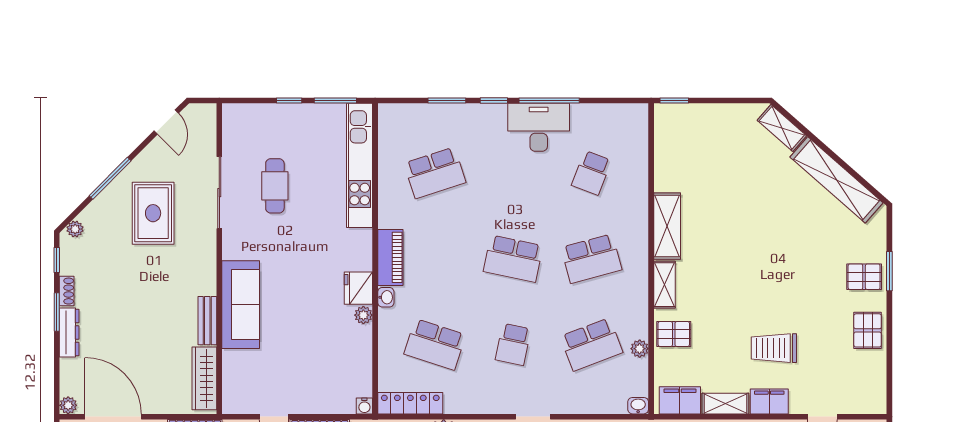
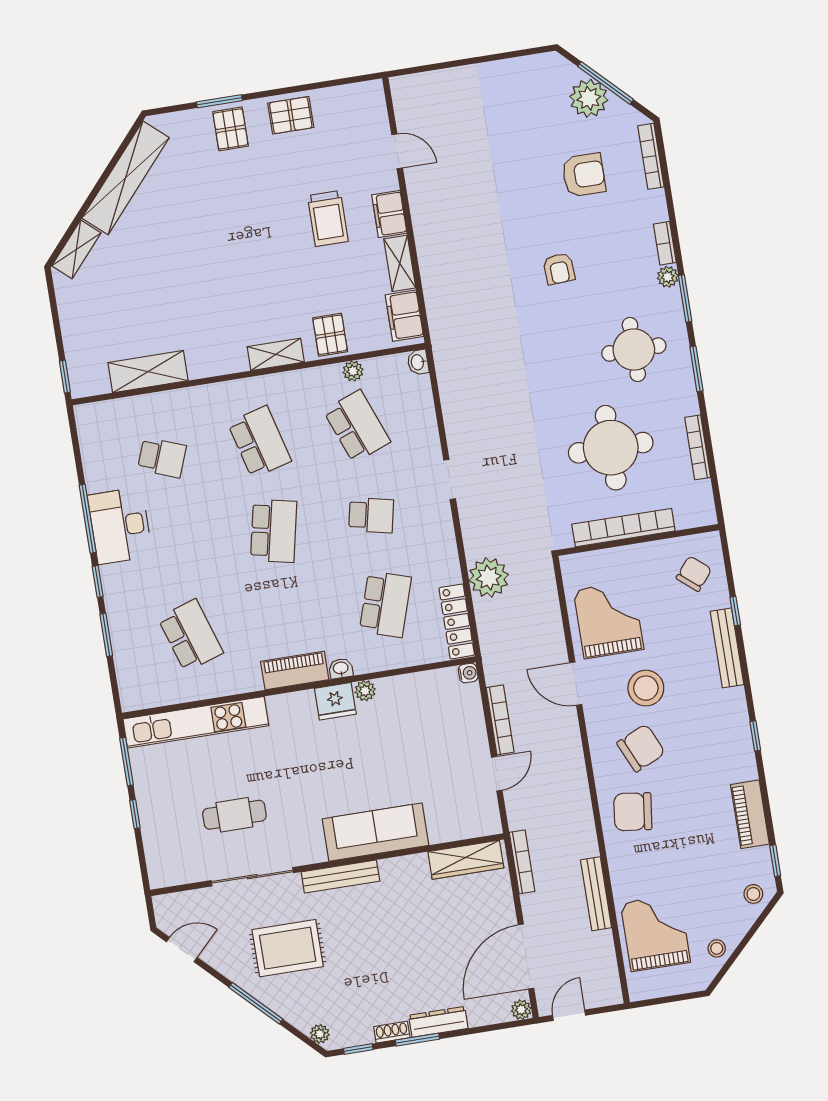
shelving: (667, 226) -> (148, 372), moved
bench: (207, 321) -> (340, 876), moved, width x1.36

